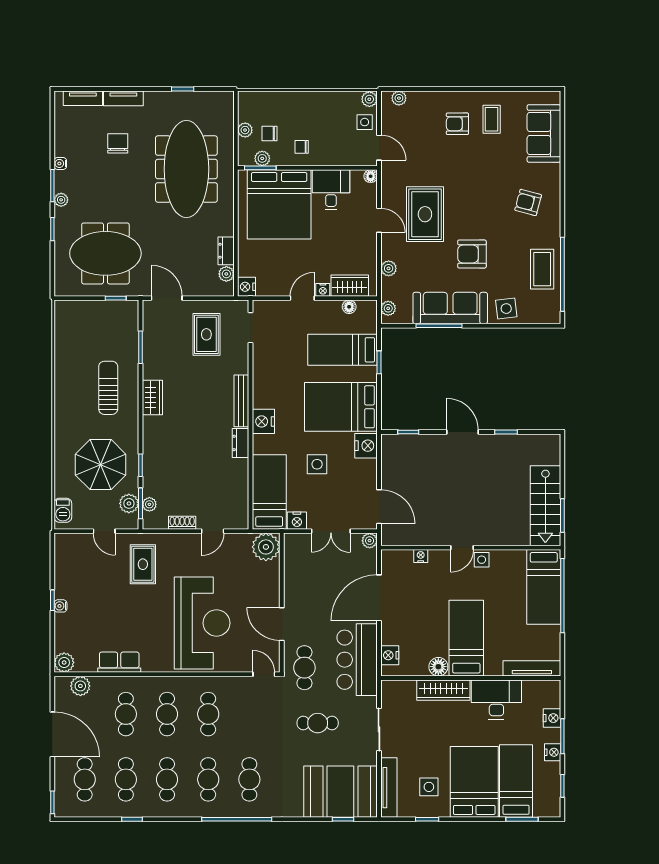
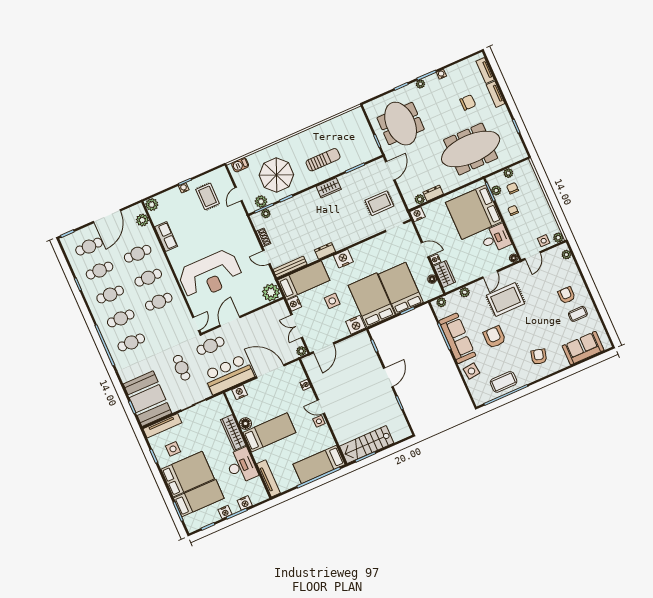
bed: (343, 350) -> (401, 288), width x1.50
bench: (241, 401) -> (290, 267), moved
rug: (143, 564) -> (208, 196), moved, turned 90

